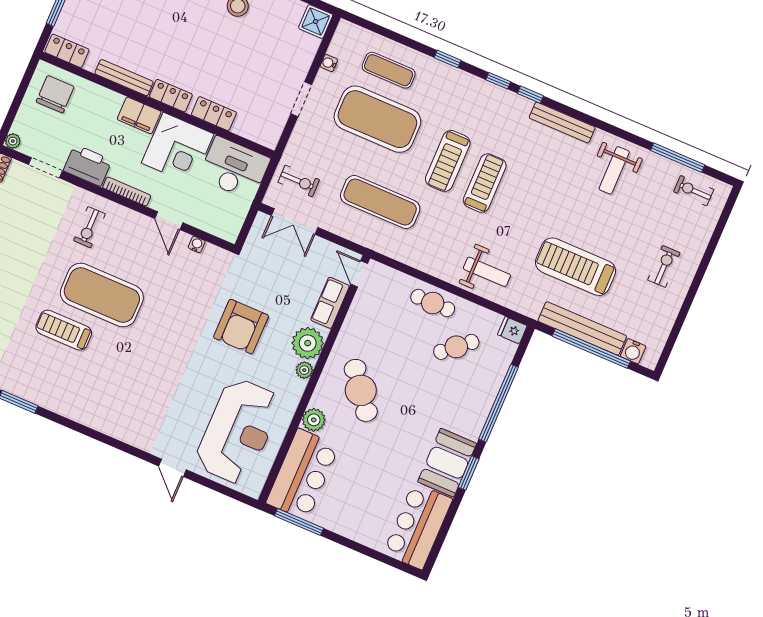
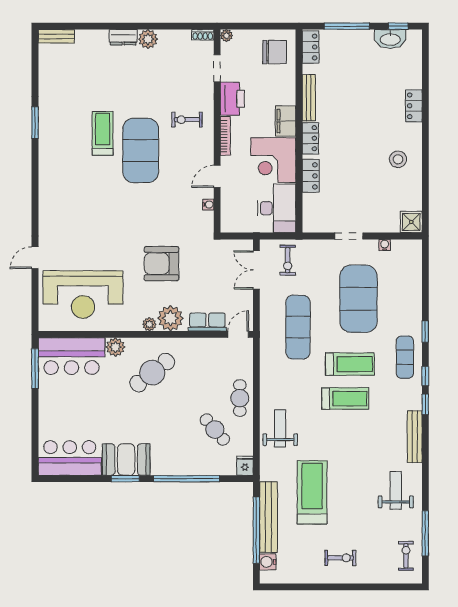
exercise mat: (389, 70) -> (405, 357), moved
treadmill: (448, 161) -> (350, 364), turned 180
weight bench: (614, 170) -> (396, 490), turned 90
weight bench: (487, 272) -> (280, 428), turned 180

